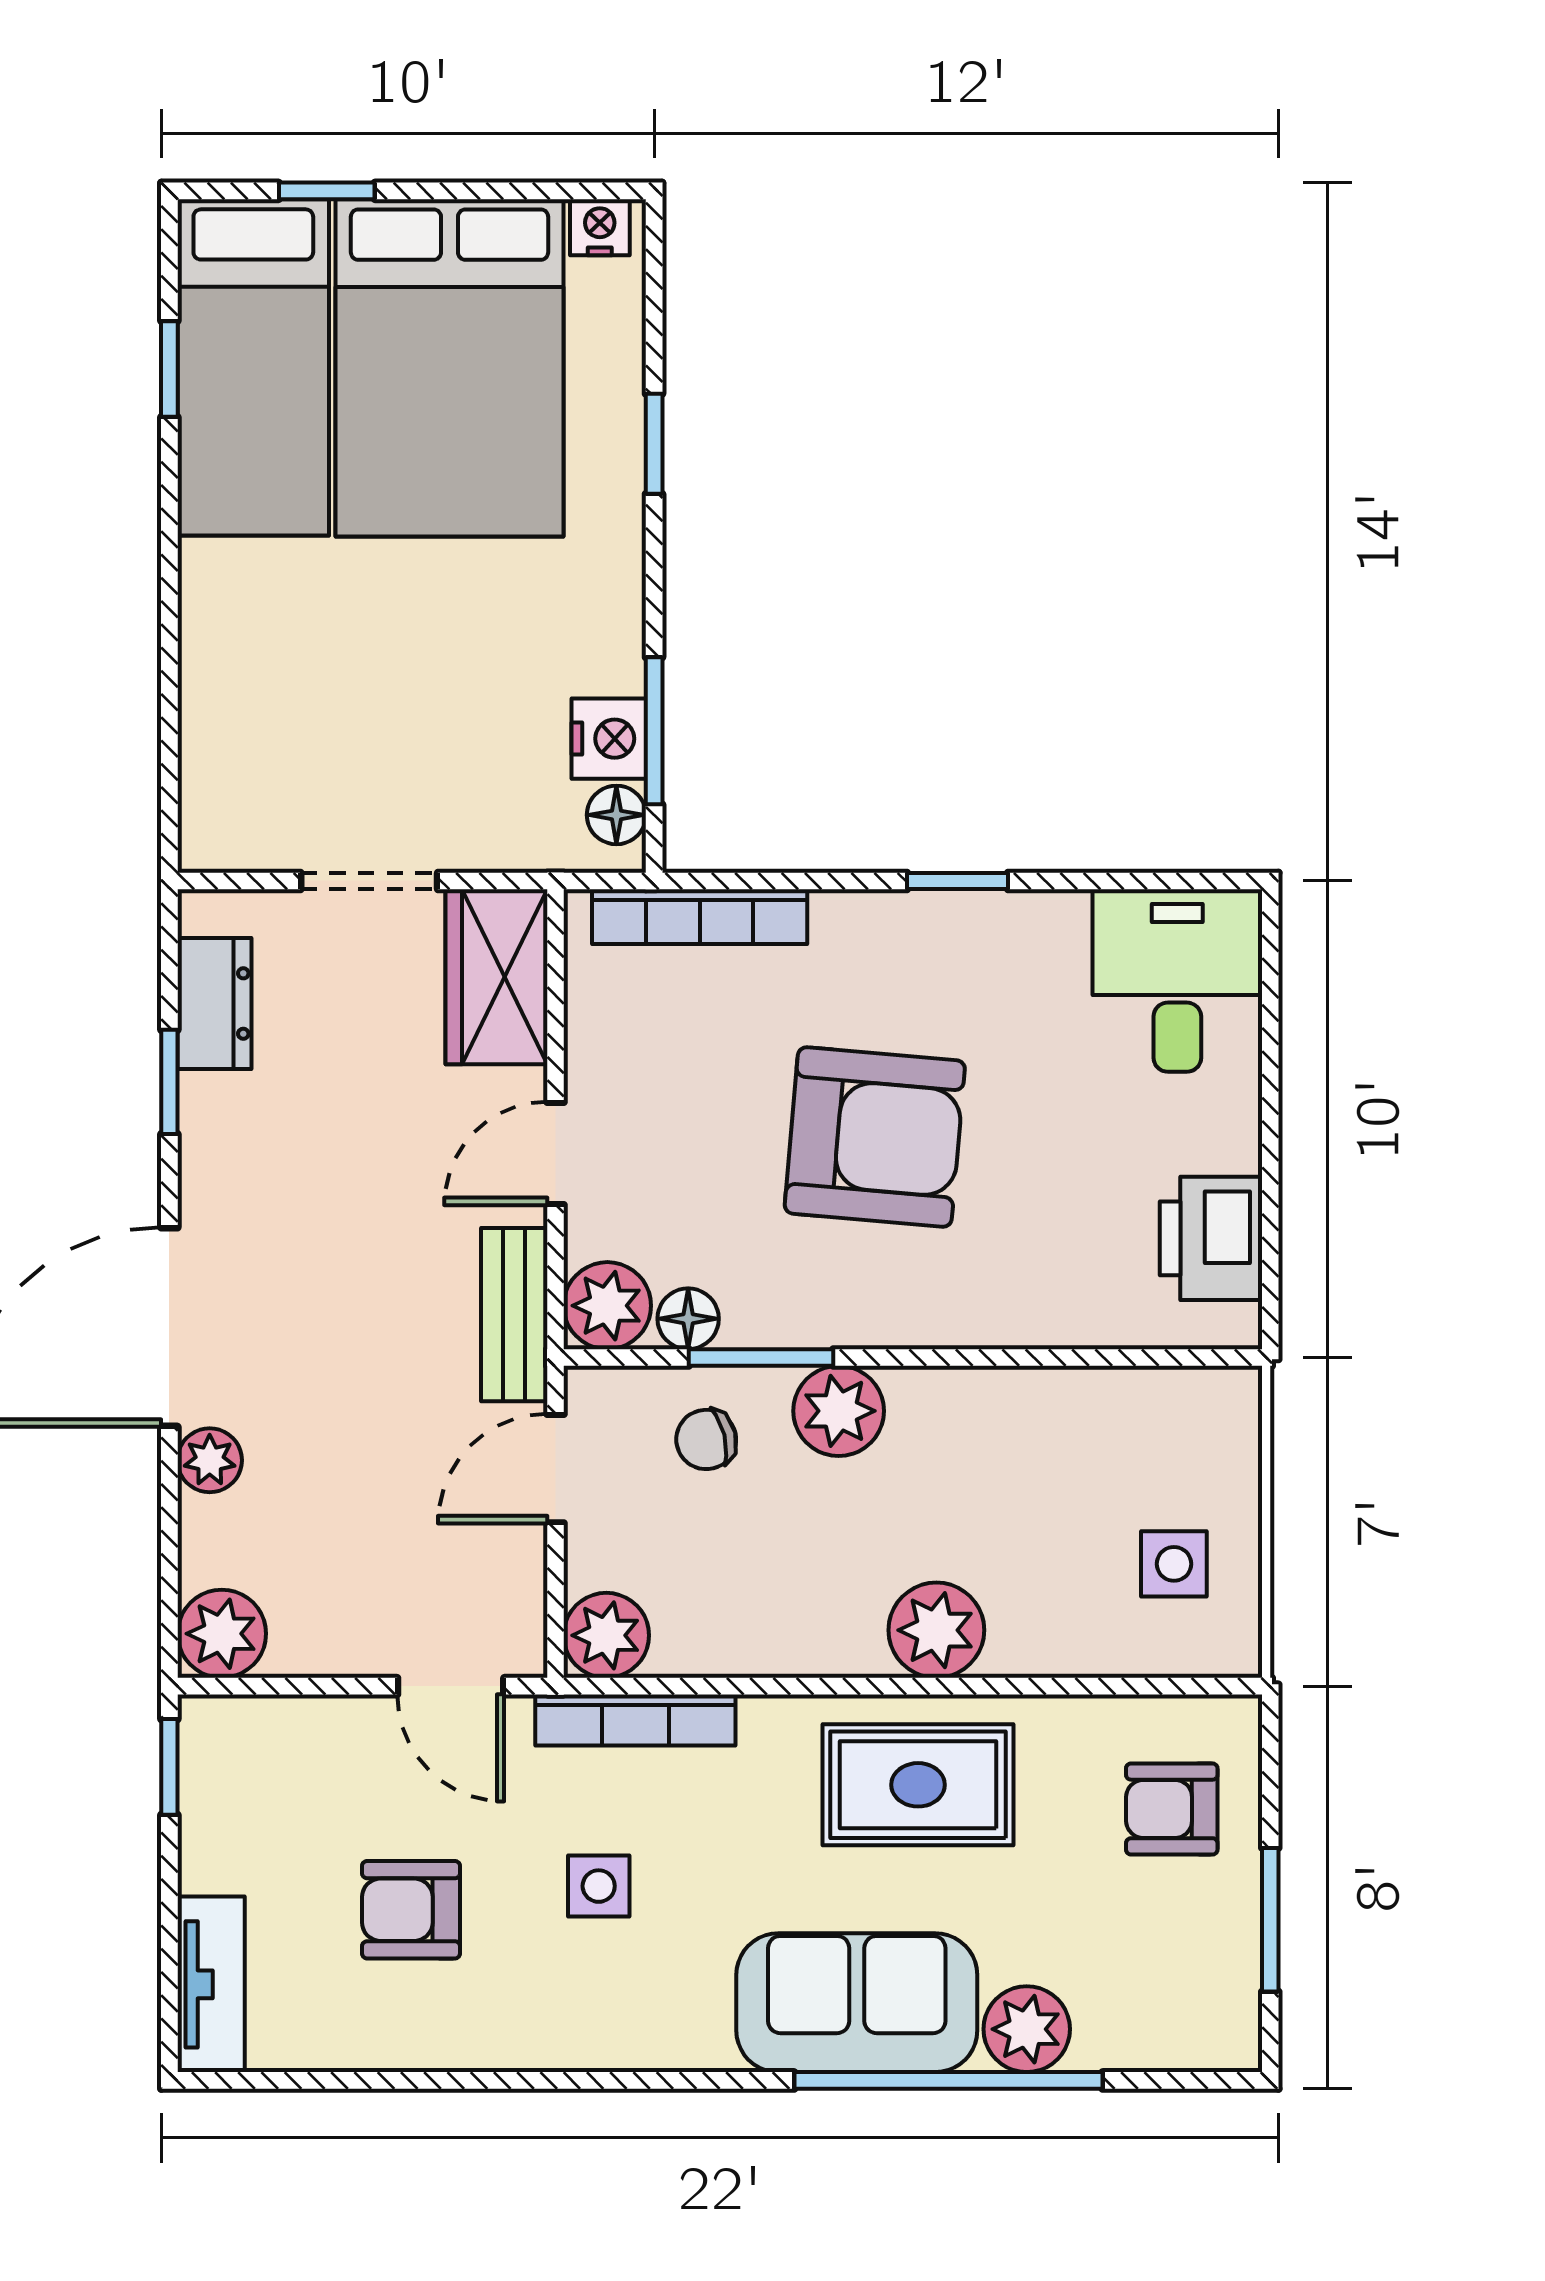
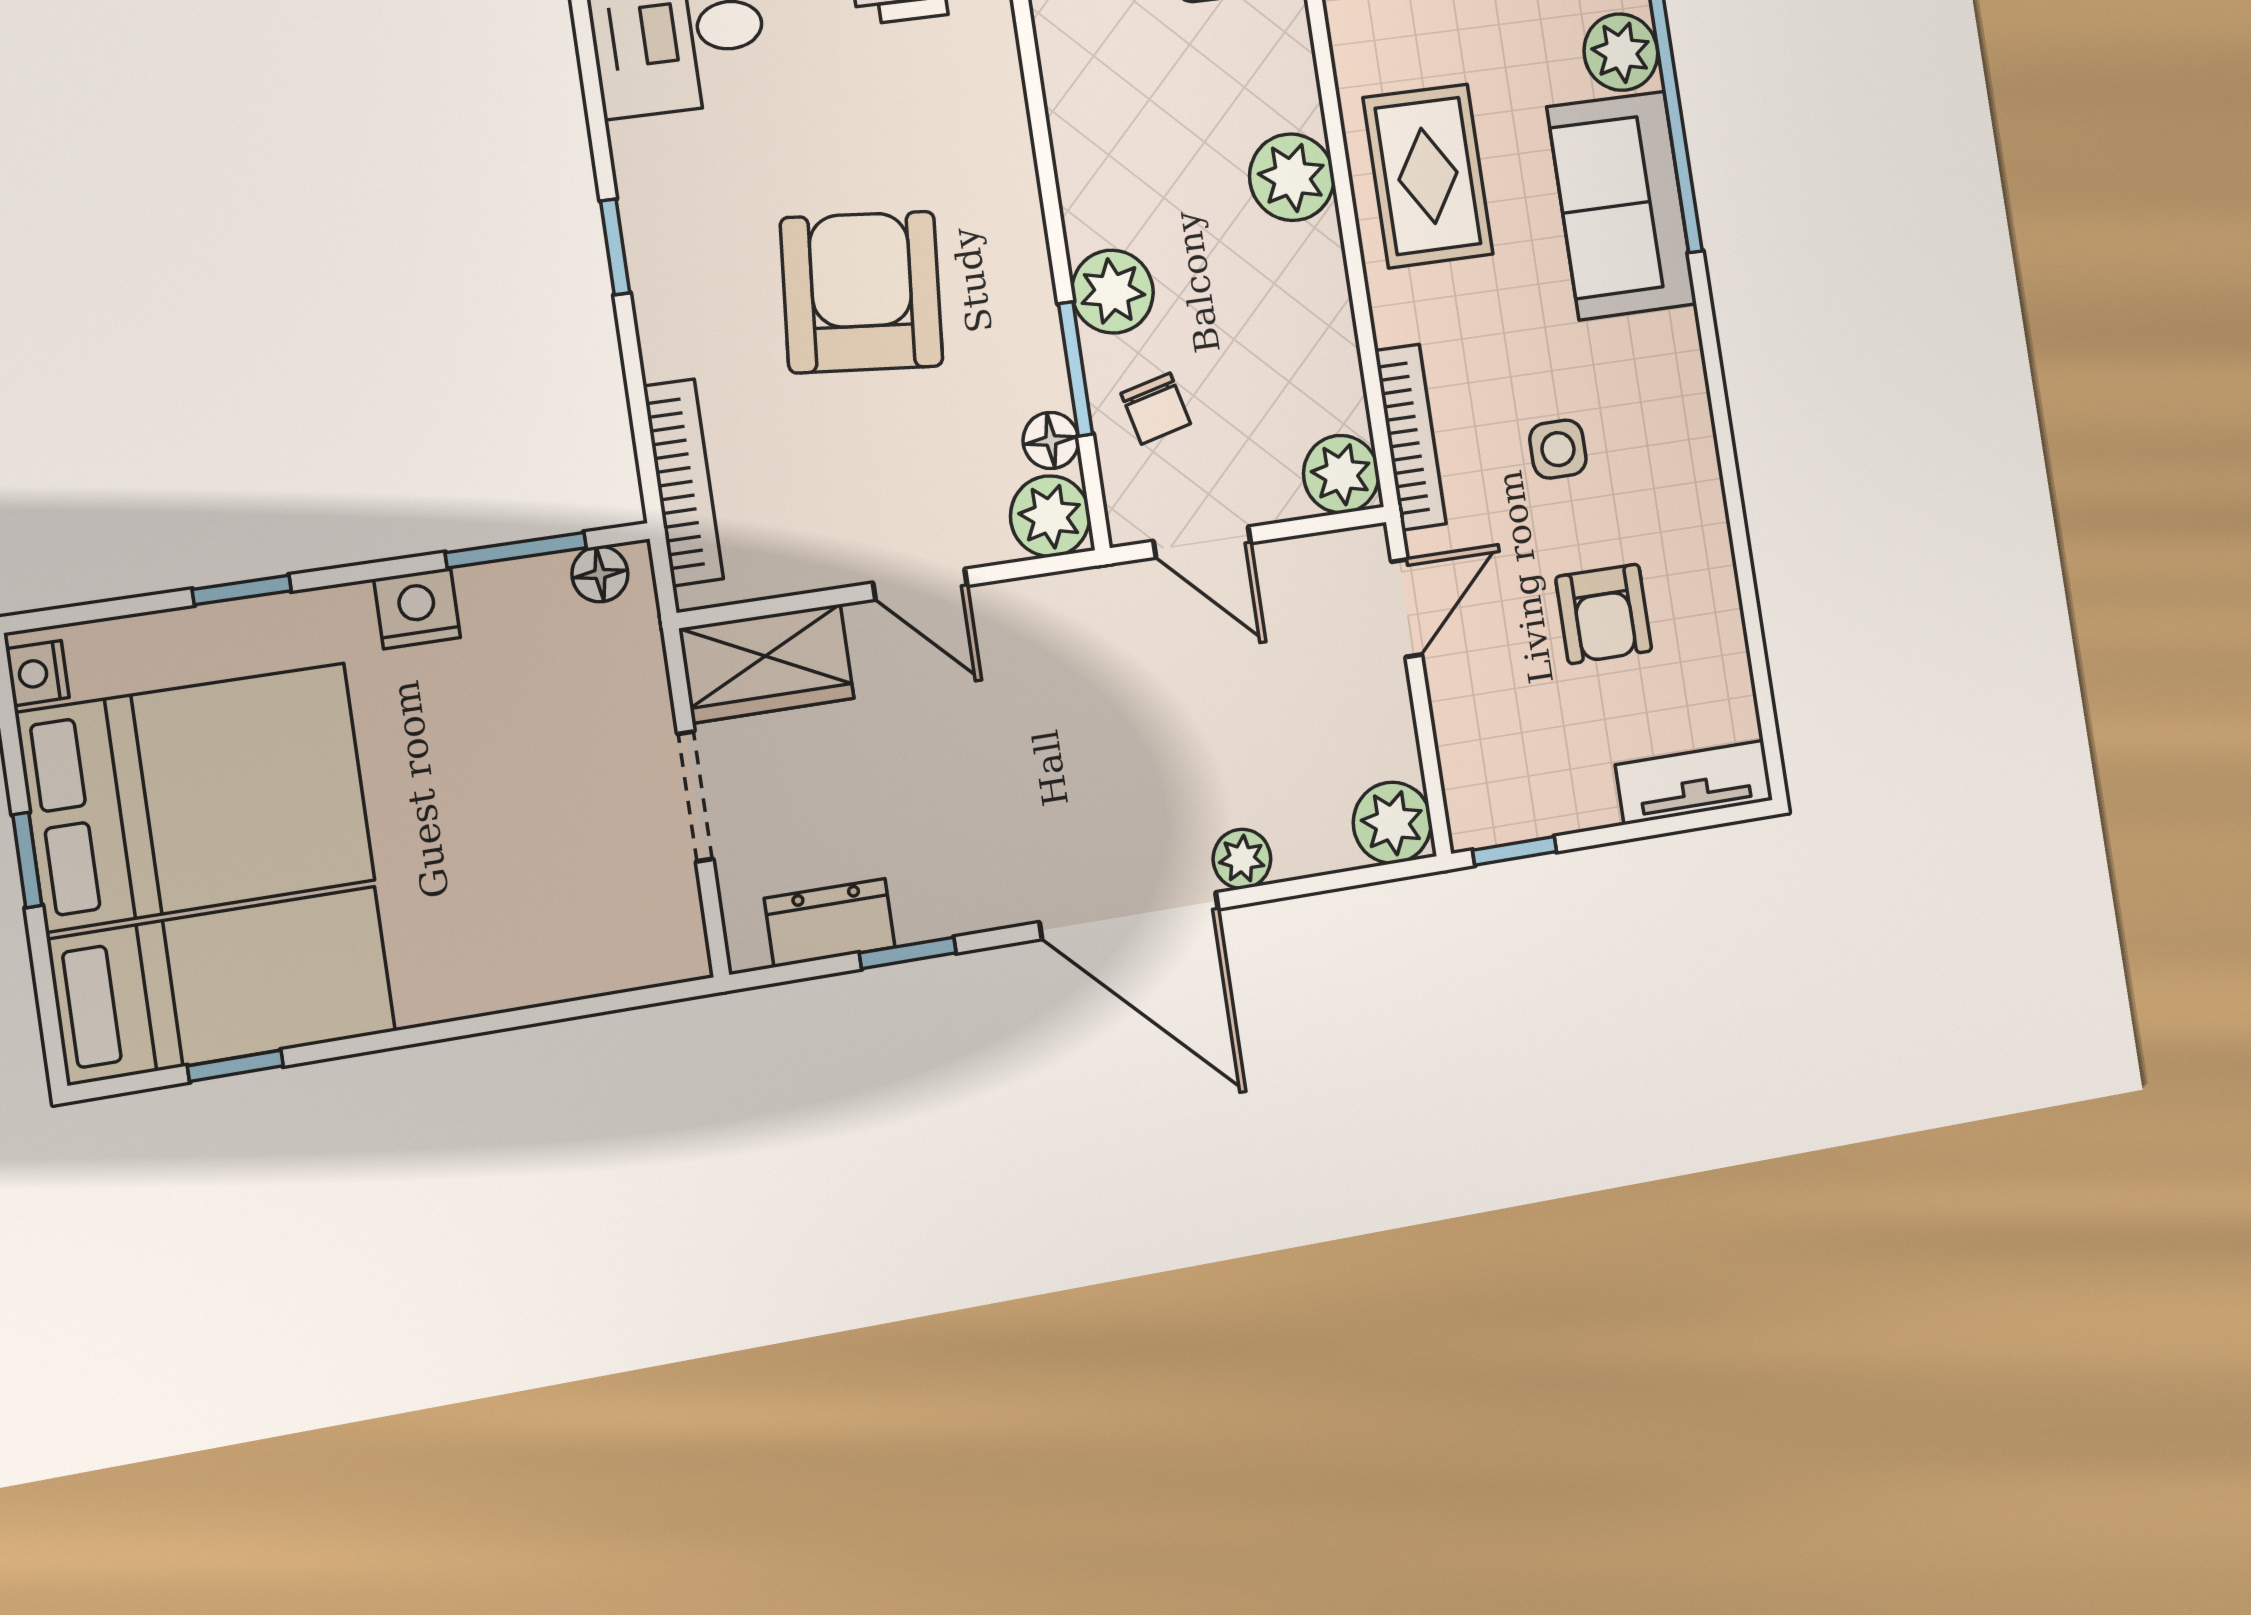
window: (327, 191) -> (27, 860), moved
nightstand: (609, 739) -> (417, 608), moved
bench: (514, 1315) -> (1071, 600), removed

